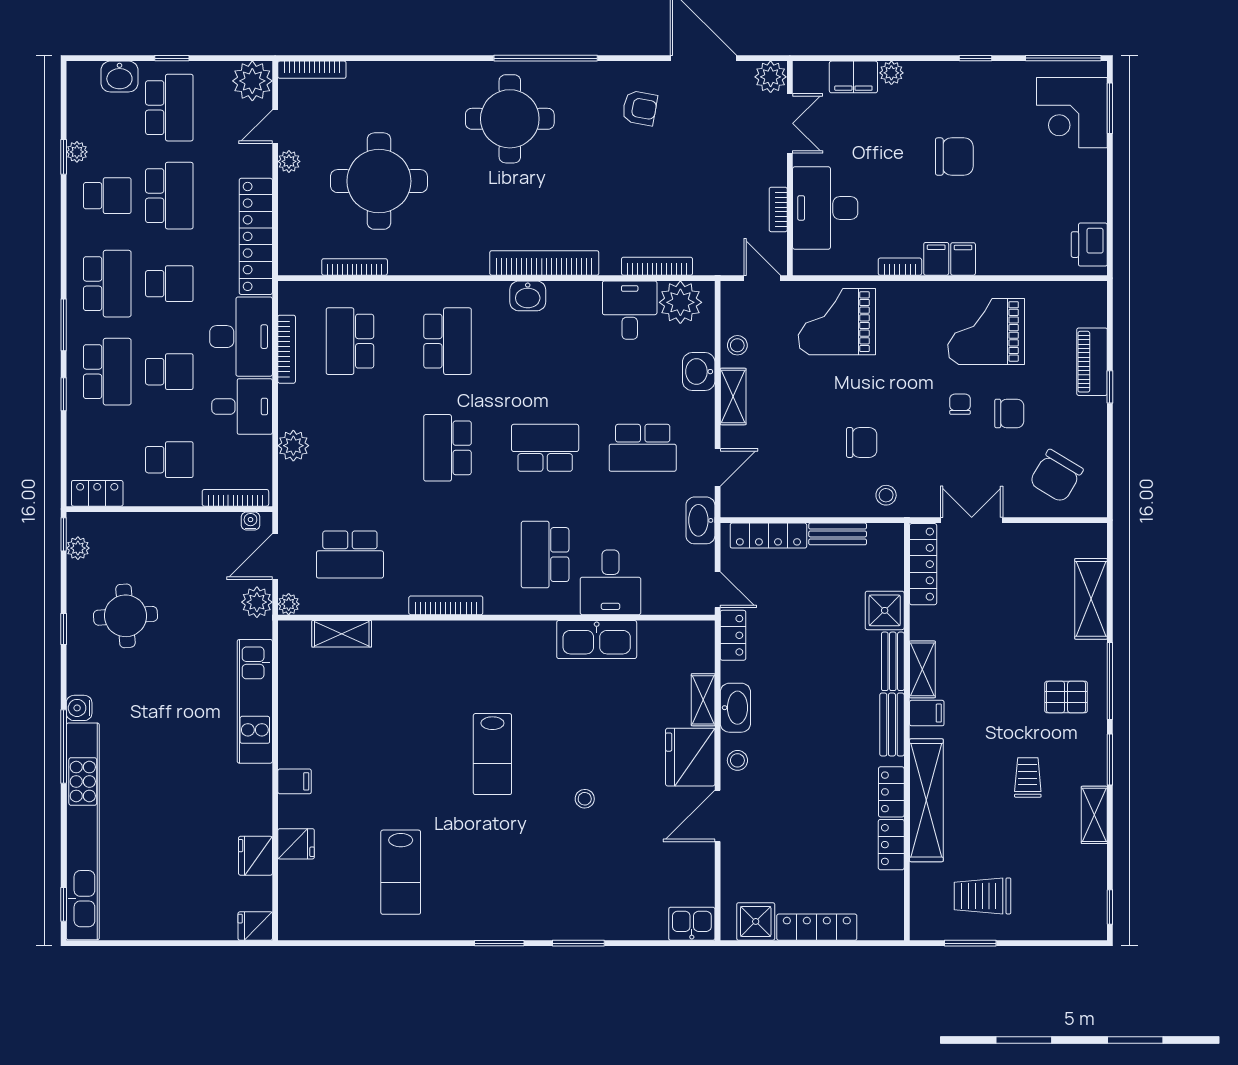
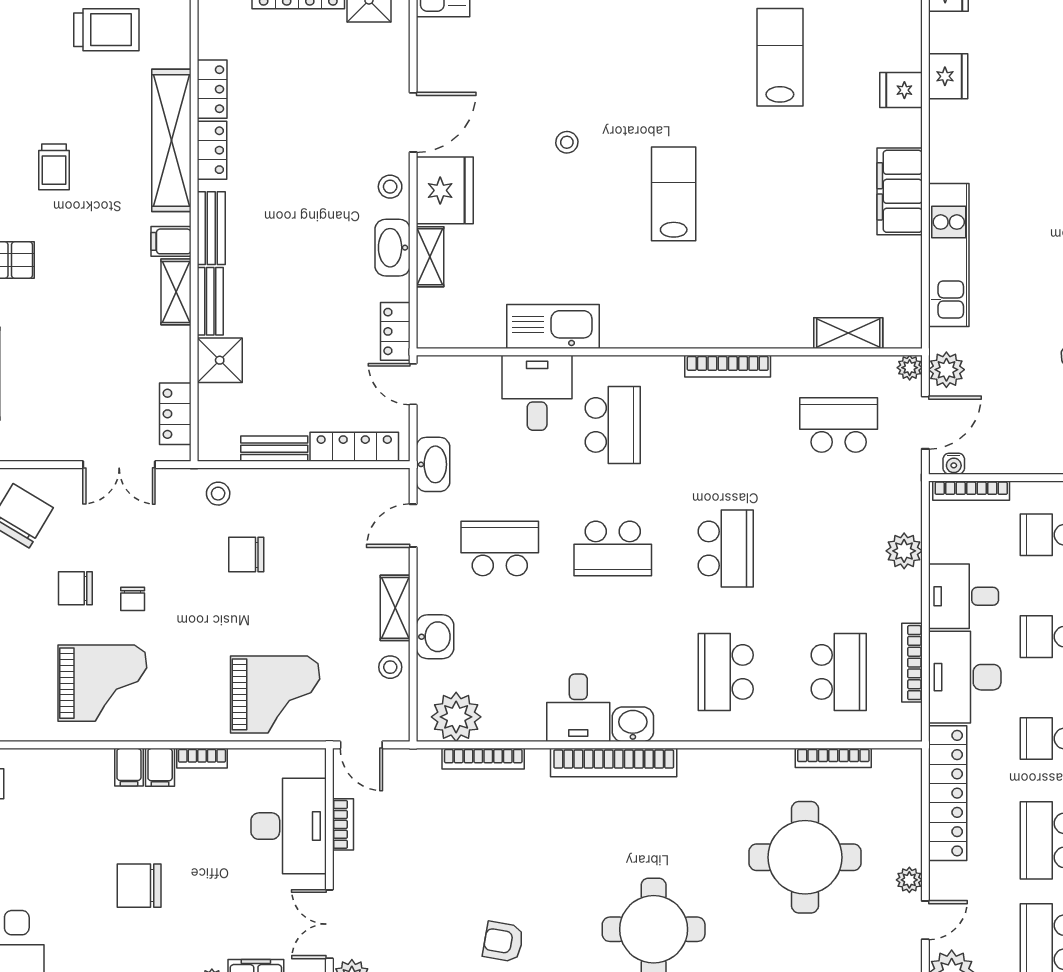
desk: (630, 310) -> (578, 708), moved
locker: (923, 564) -> (175, 414), width x0.66
filing cabinet: (295, 781) -> (900, 191), width x3.00, depth x1.17

